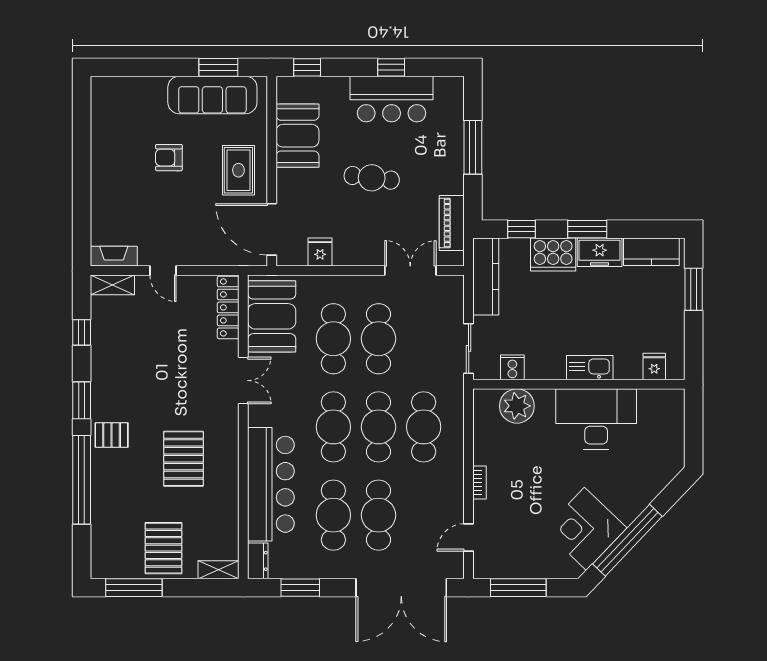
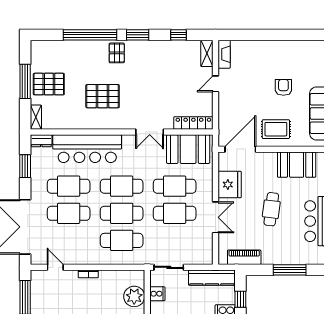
fridge: (320, 252) -> (230, 185), width x1.88, depth x1.34
double door: (410, 271) -> (216, 217), moved
window: (134, 588) -> (25, 81), moved

